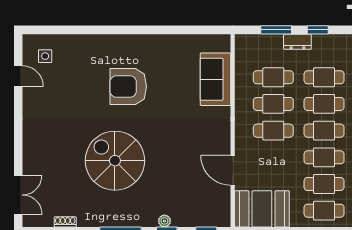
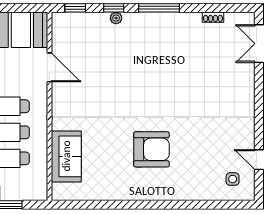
spiral stairs: (115, 161) -> (164, 77), removed

